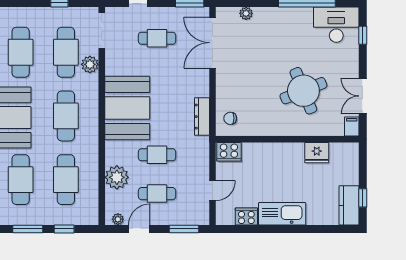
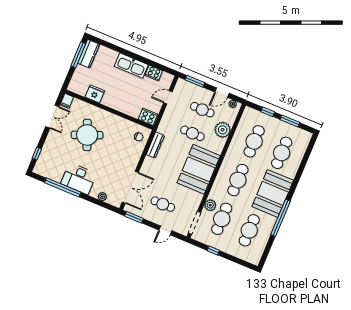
desk: (336, 25) -> (79, 179), moved
window: (363, 198) -> (78, 55), width x2.17

